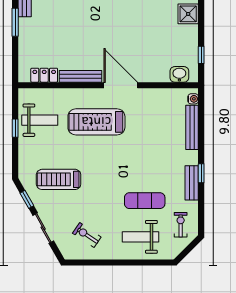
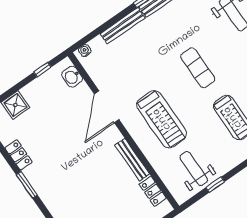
door: (121, 85) -> (107, 107), moved
bench: (192, 127) -> (122, 26), moved
exercise mat: (145, 201) -> (198, 68), moved

